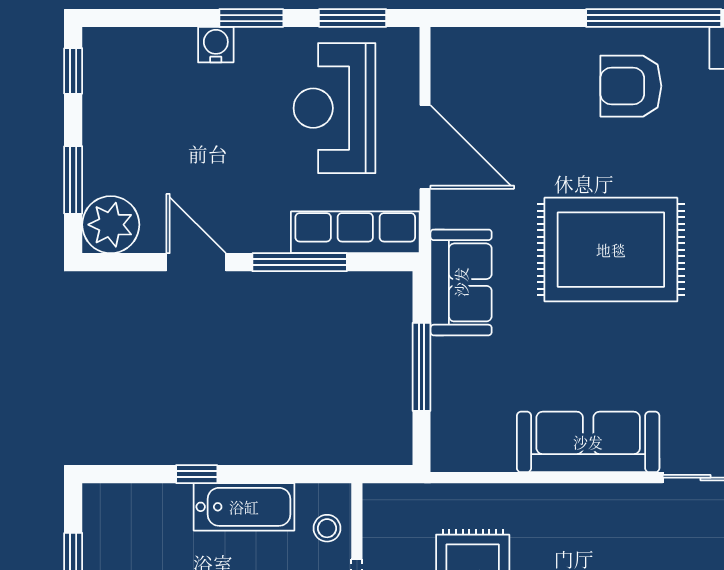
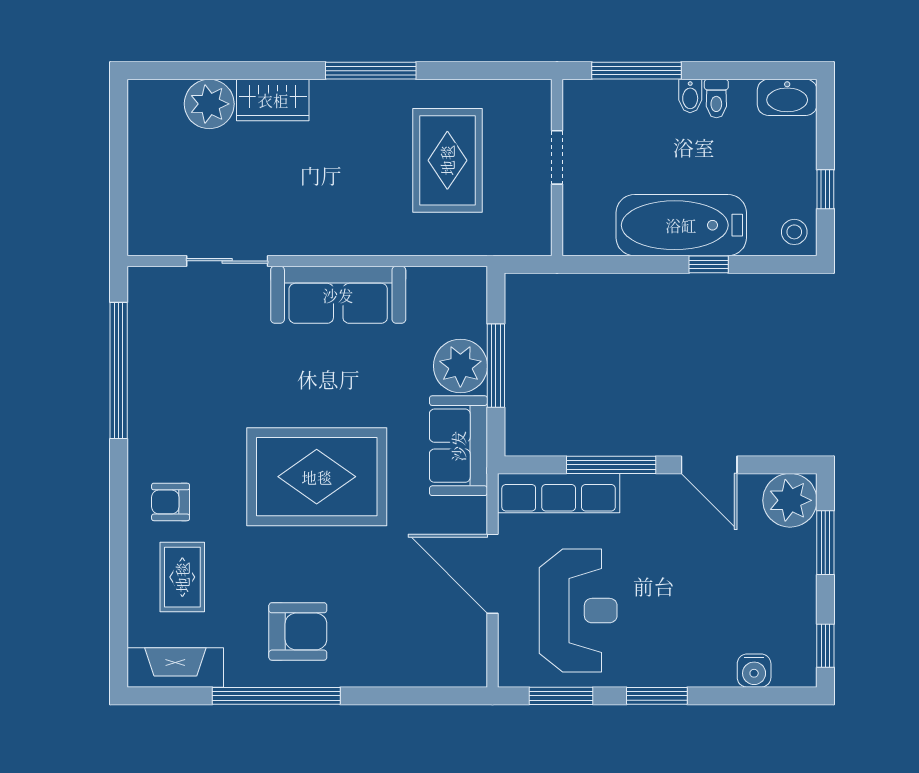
water cooler: (216, 45) -> (754, 671), moved
plant: (459, 367) -> (460, 366), added
bathtub: (244, 507) -> (681, 225), width x1.36, depth x1.36
stool: (327, 528) -> (794, 232), moved

